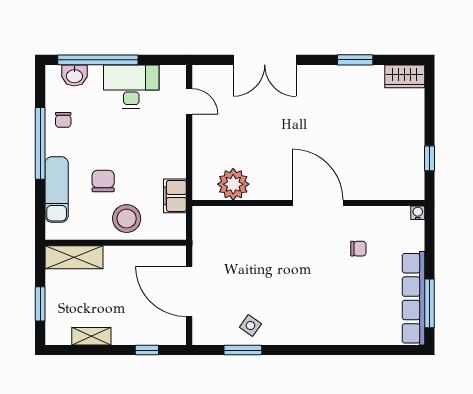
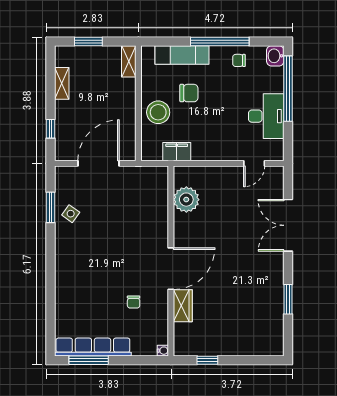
washbasin: (74, 76) -> (275, 56), moved
wardrobe: (405, 76) -> (183, 306), moved, turned 180
shelving: (74, 257) -> (129, 61), width x0.67, depth x0.75

